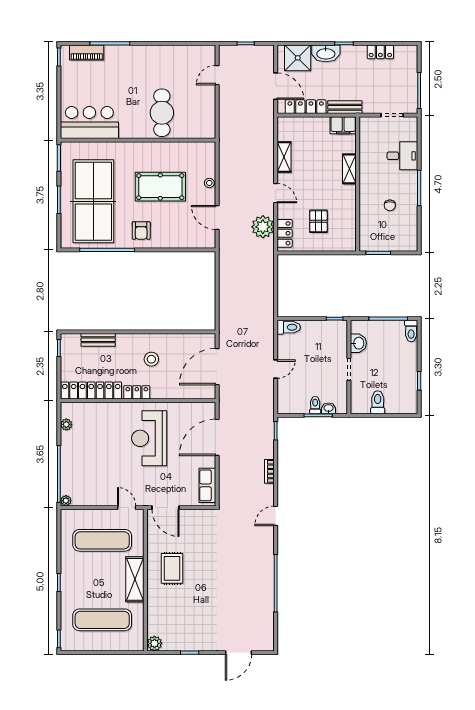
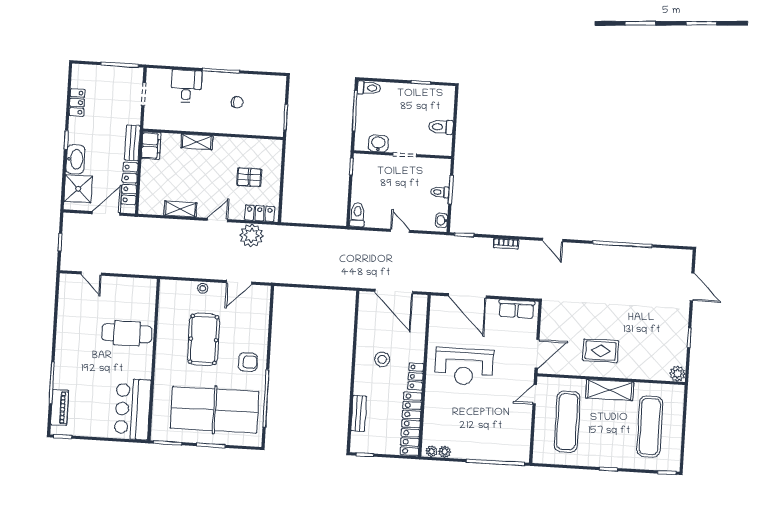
washbasin: (329, 408) -> (442, 220), moved
plant: (66, 501) -> (432, 451), moved

